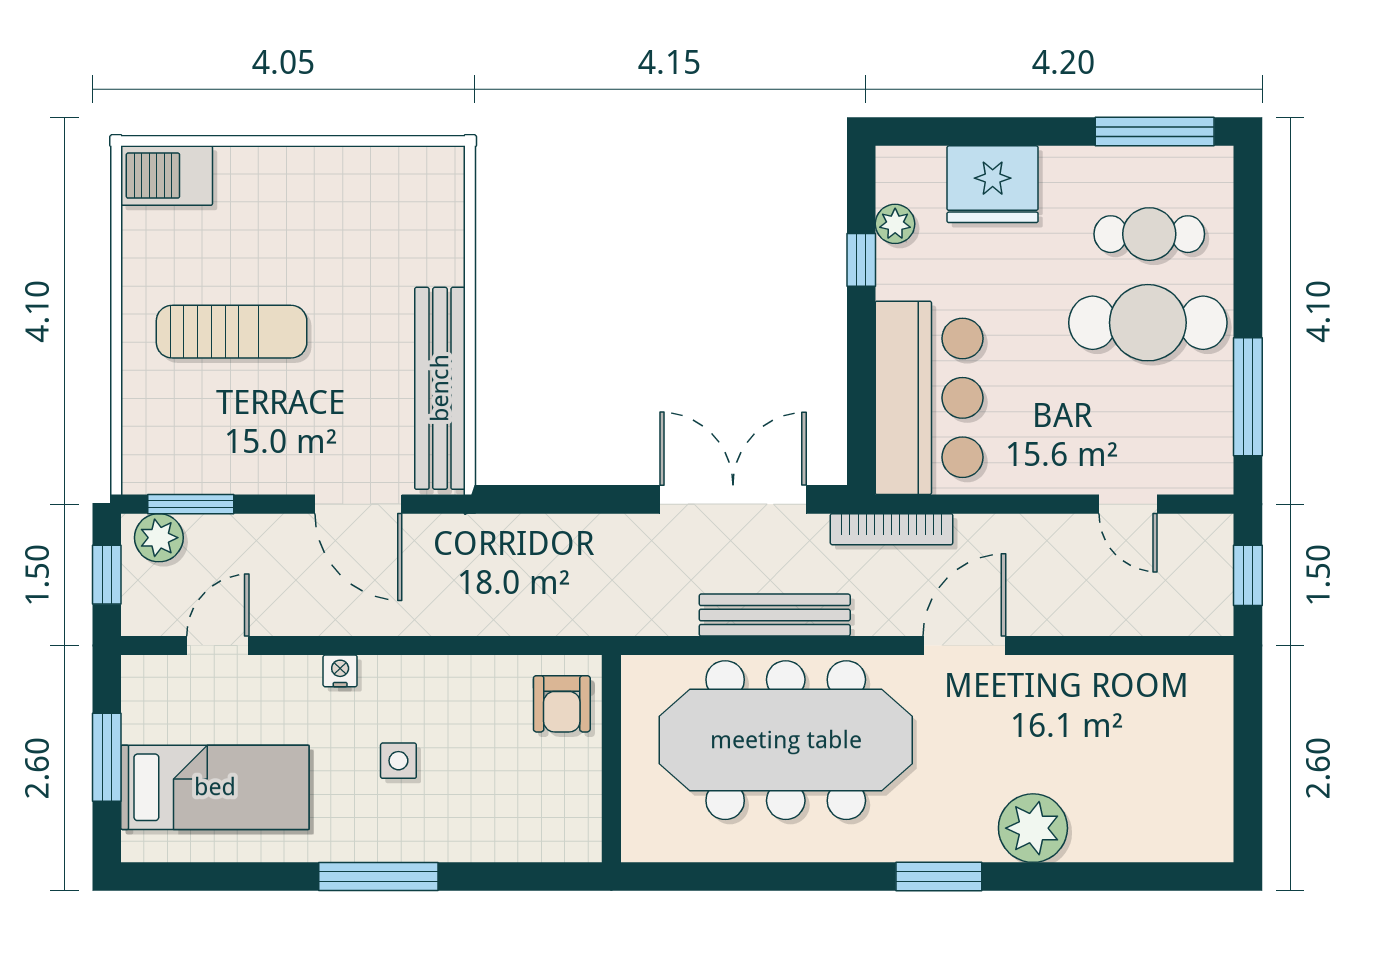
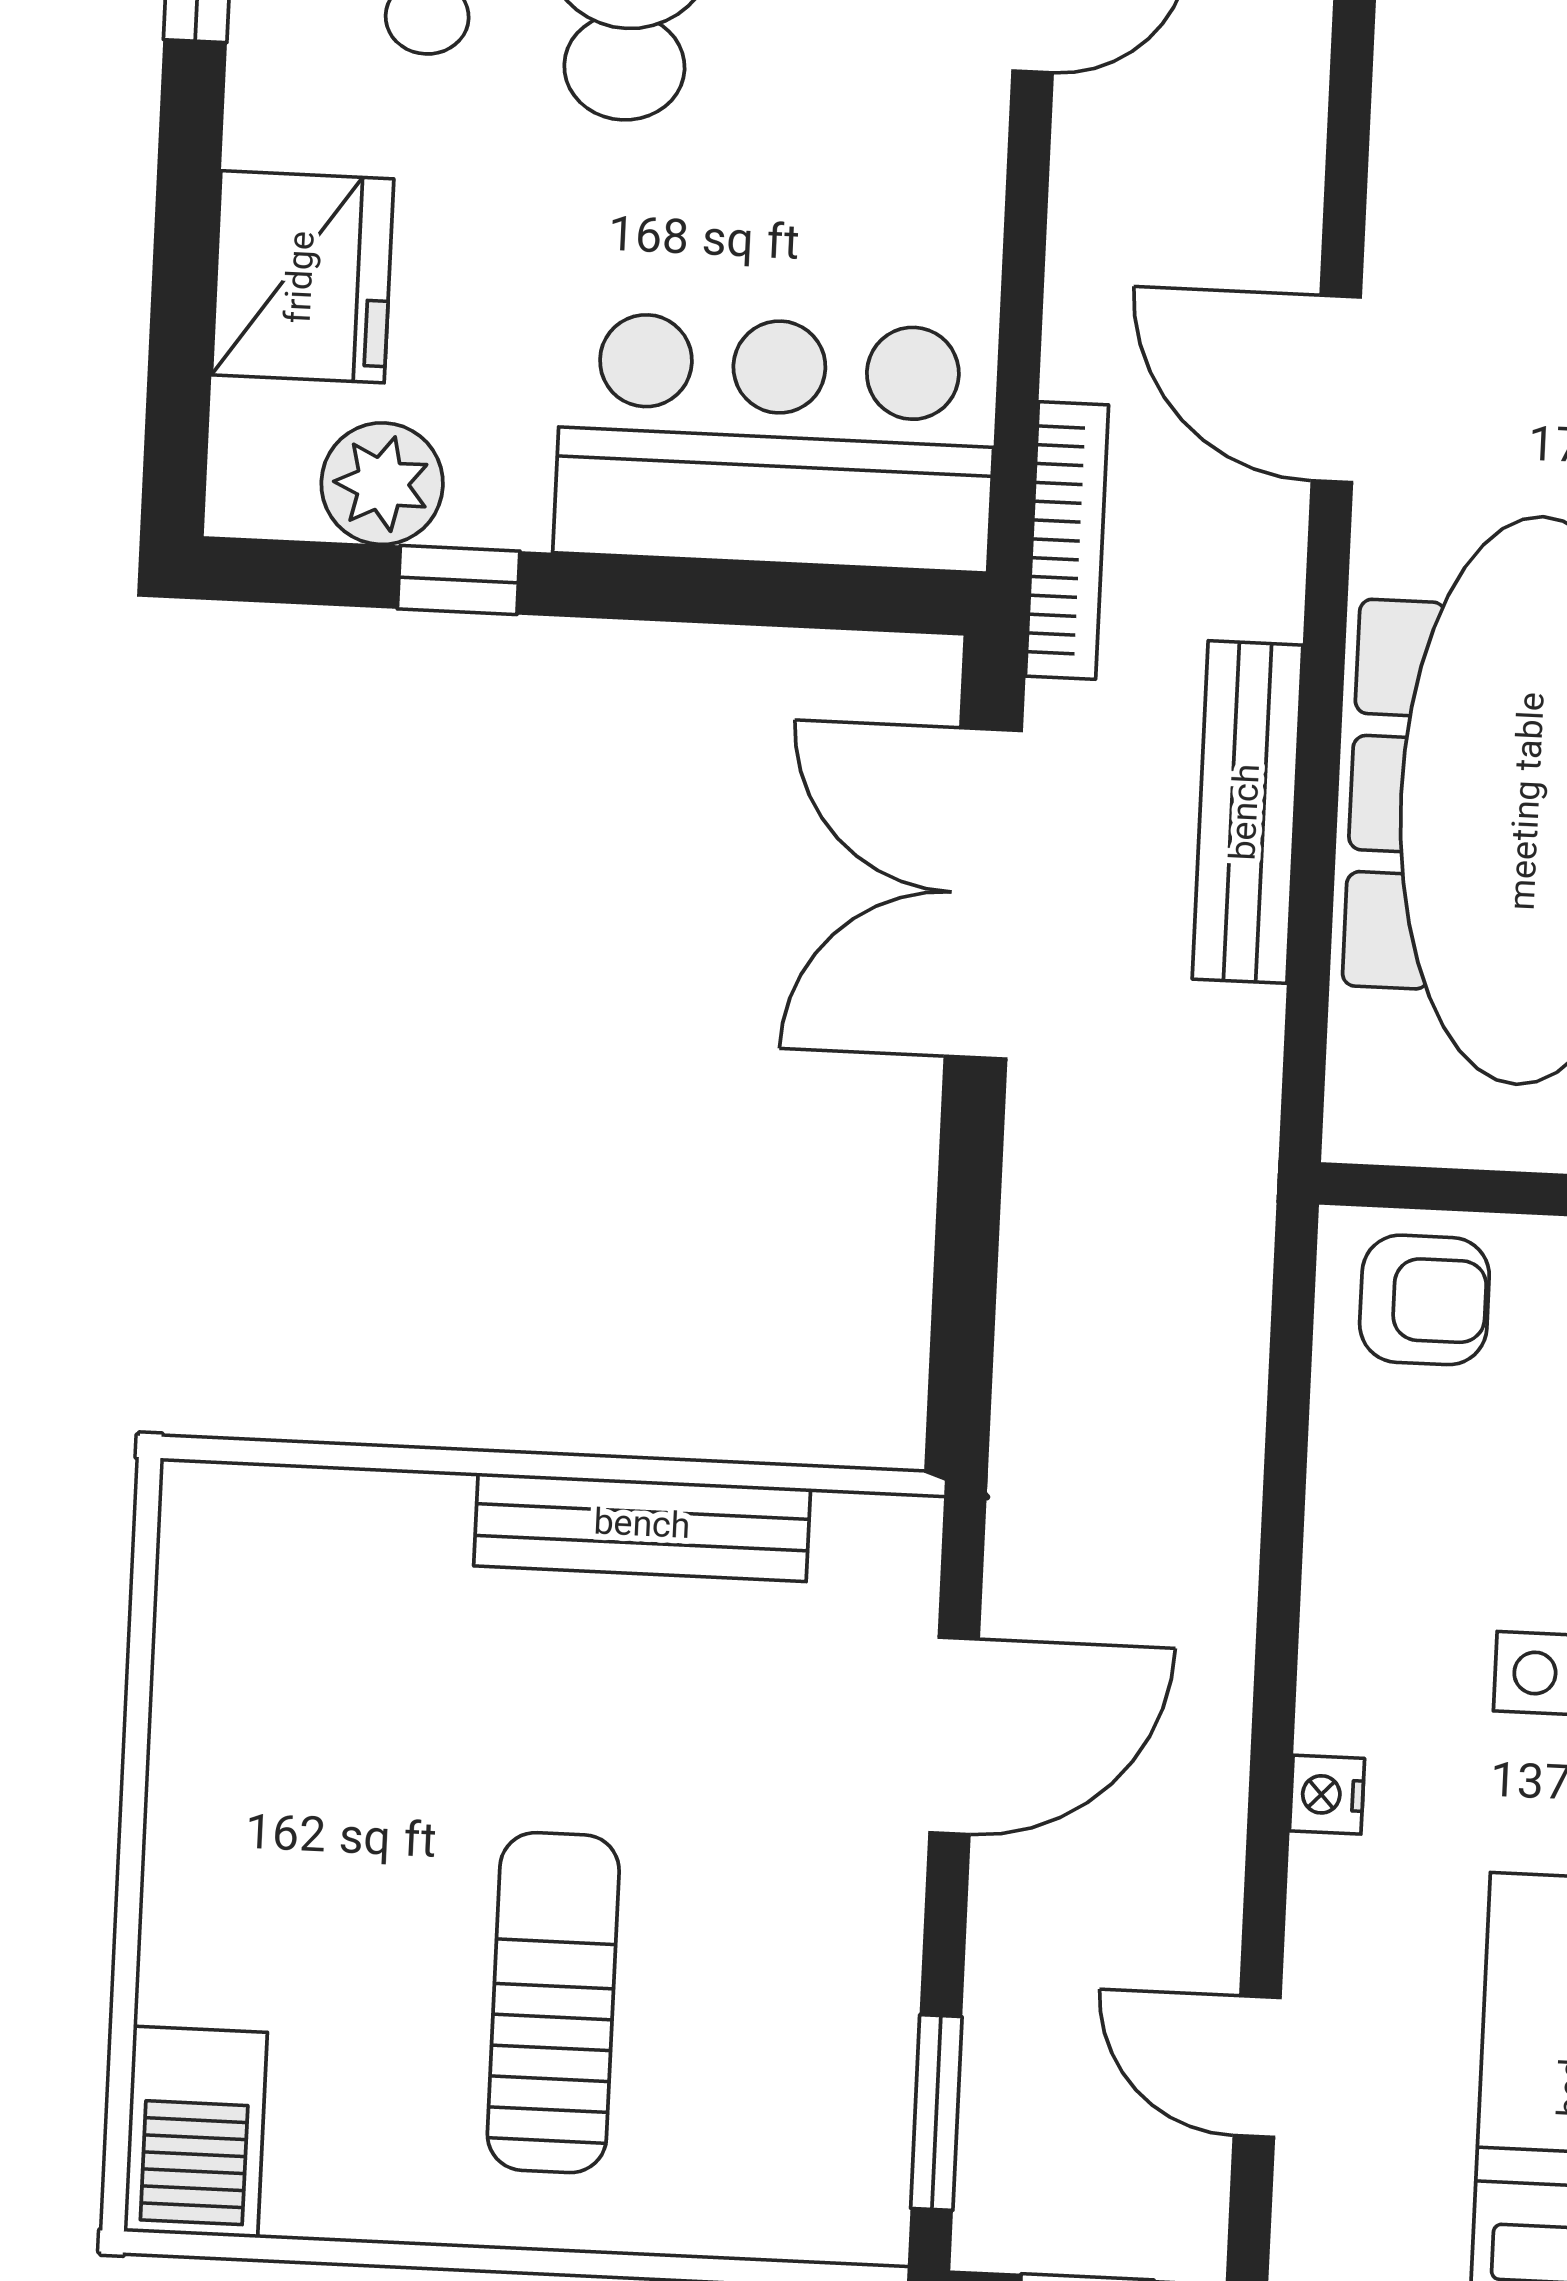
plant: (895, 224) -> (382, 484), width x1.38, depth x1.38
bench: (440, 388) -> (642, 1527), width x0.73, depth x0.82
plant: (159, 538) -> (1009, 2188), removed

